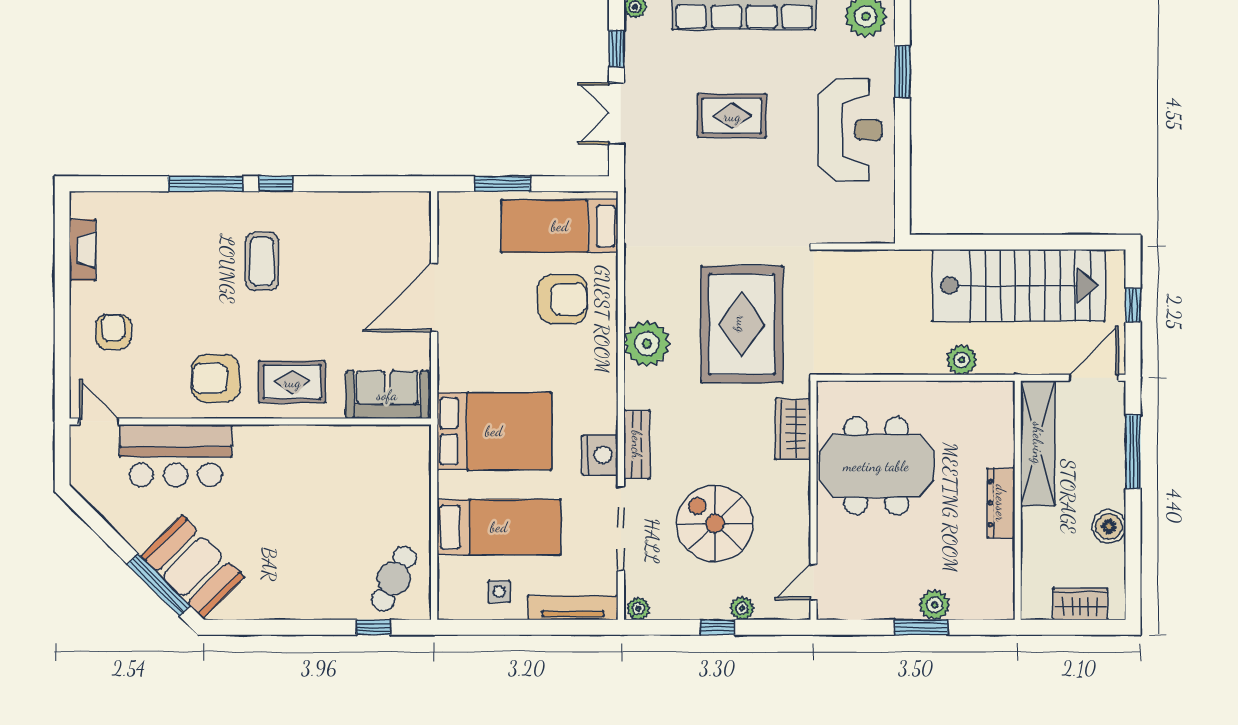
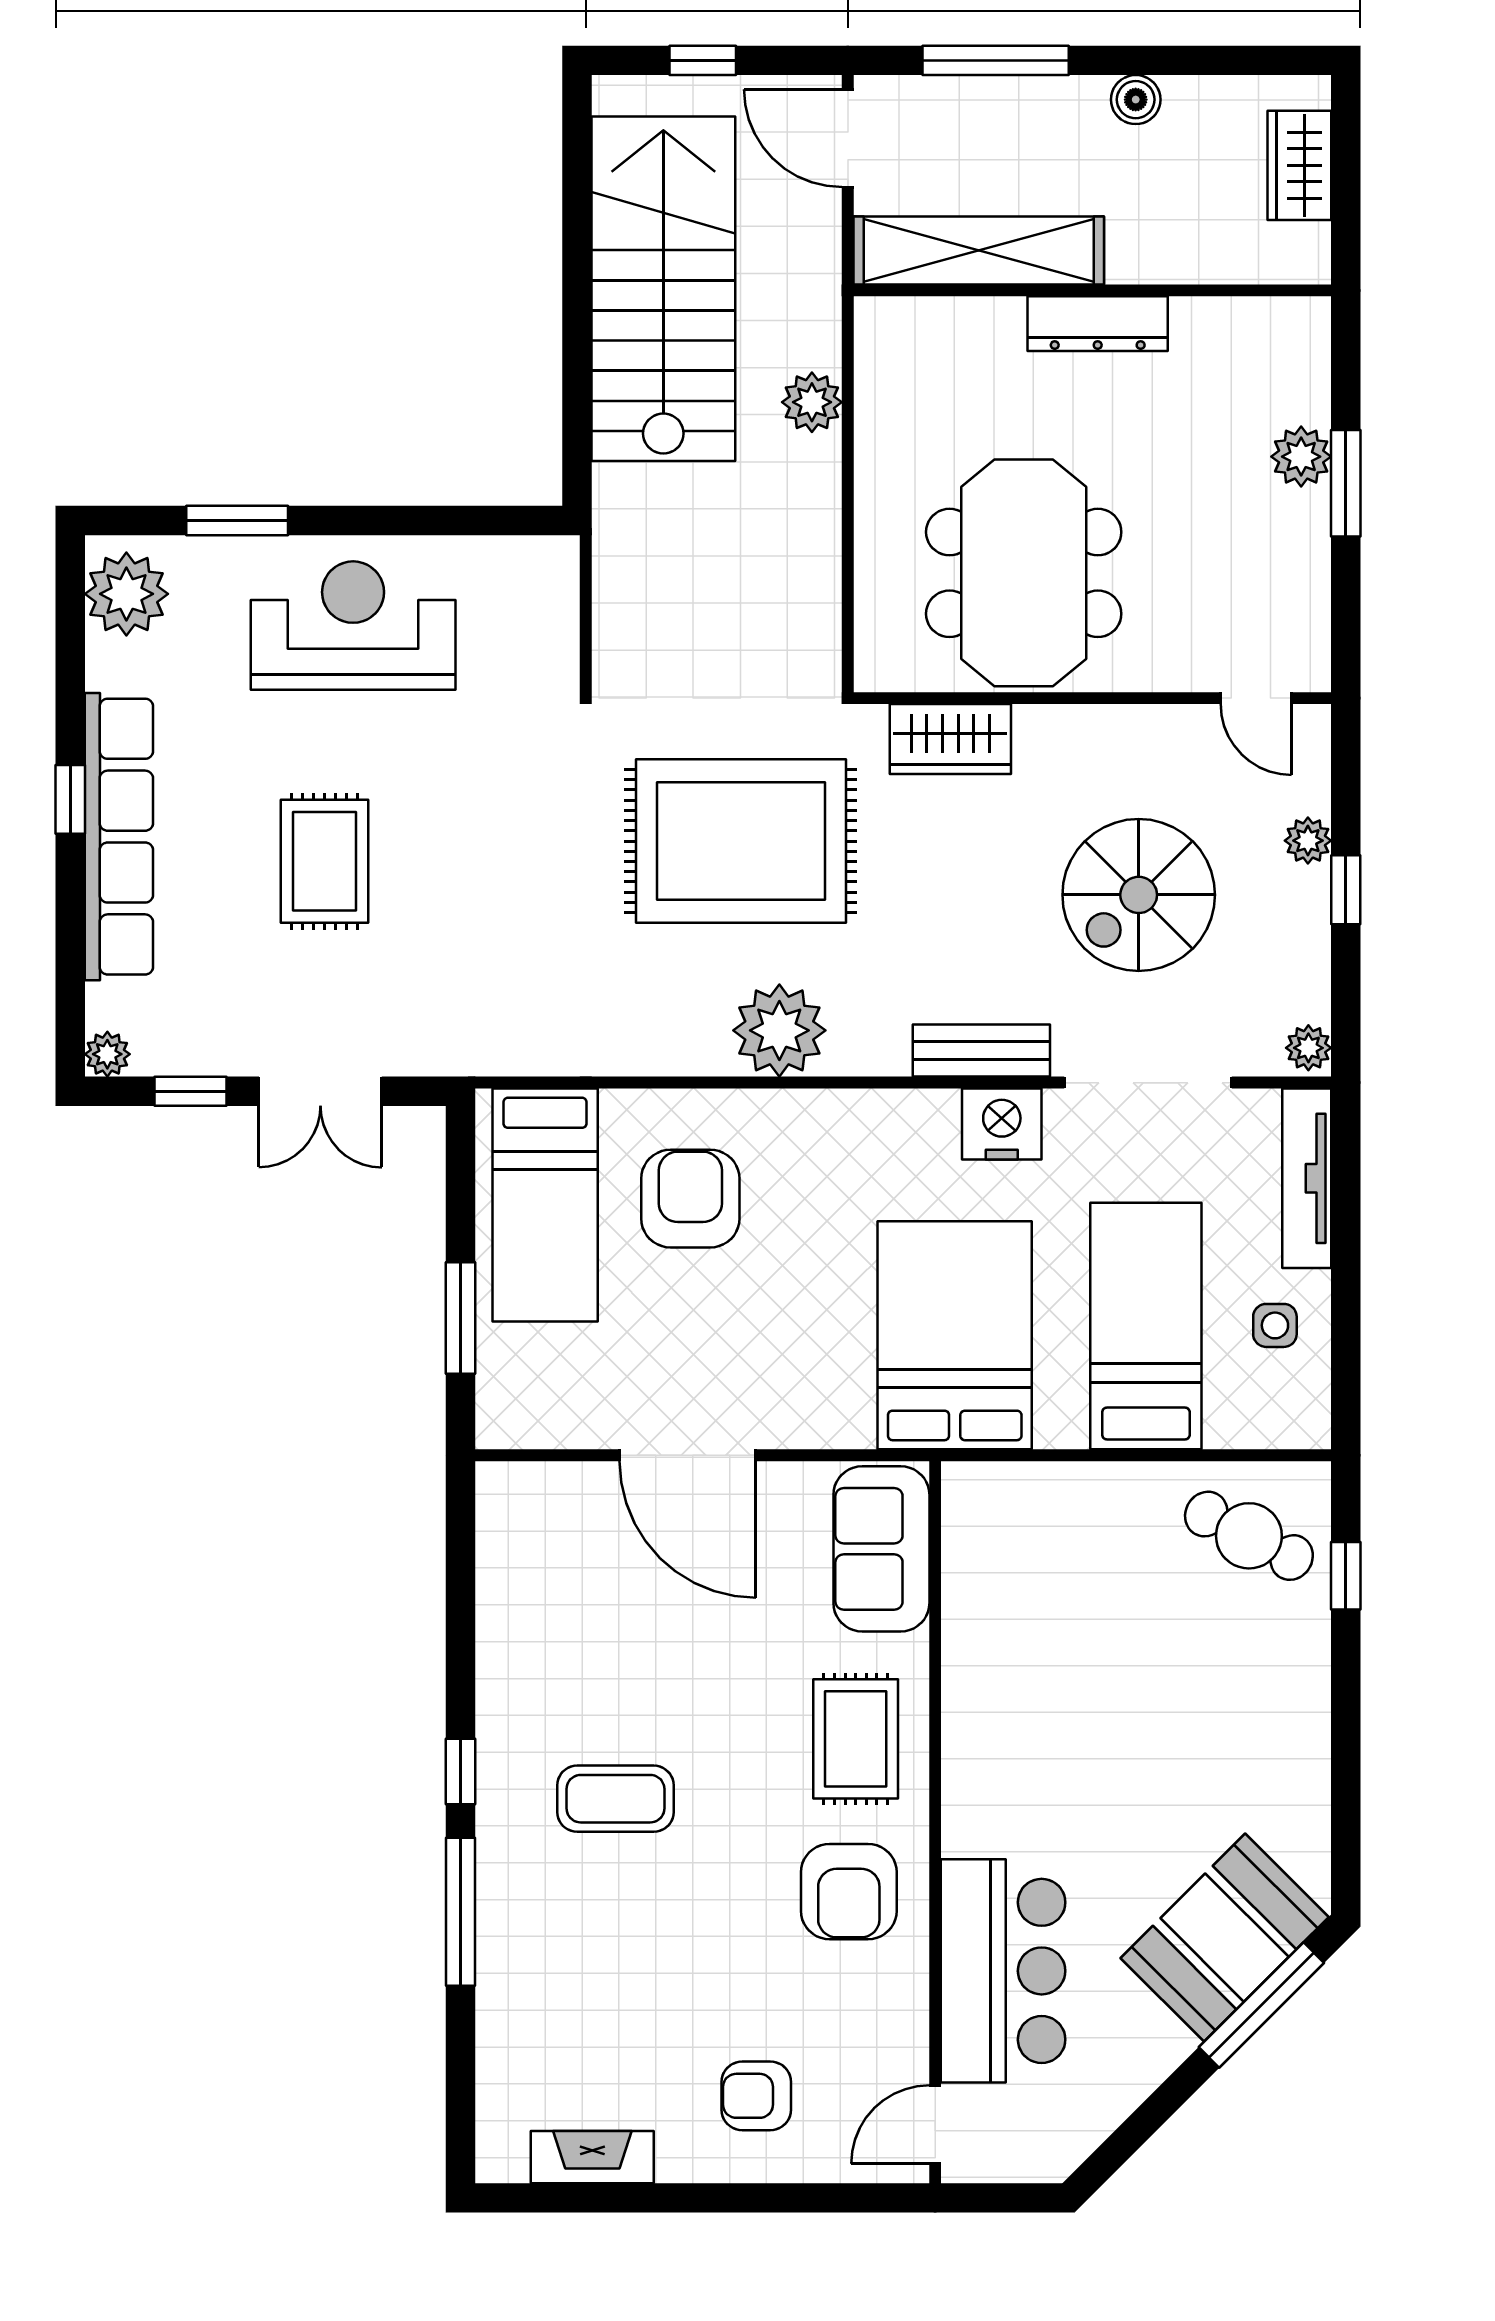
boiler: (1109, 527) -> (1136, 100), width x0.73, depth x0.73

